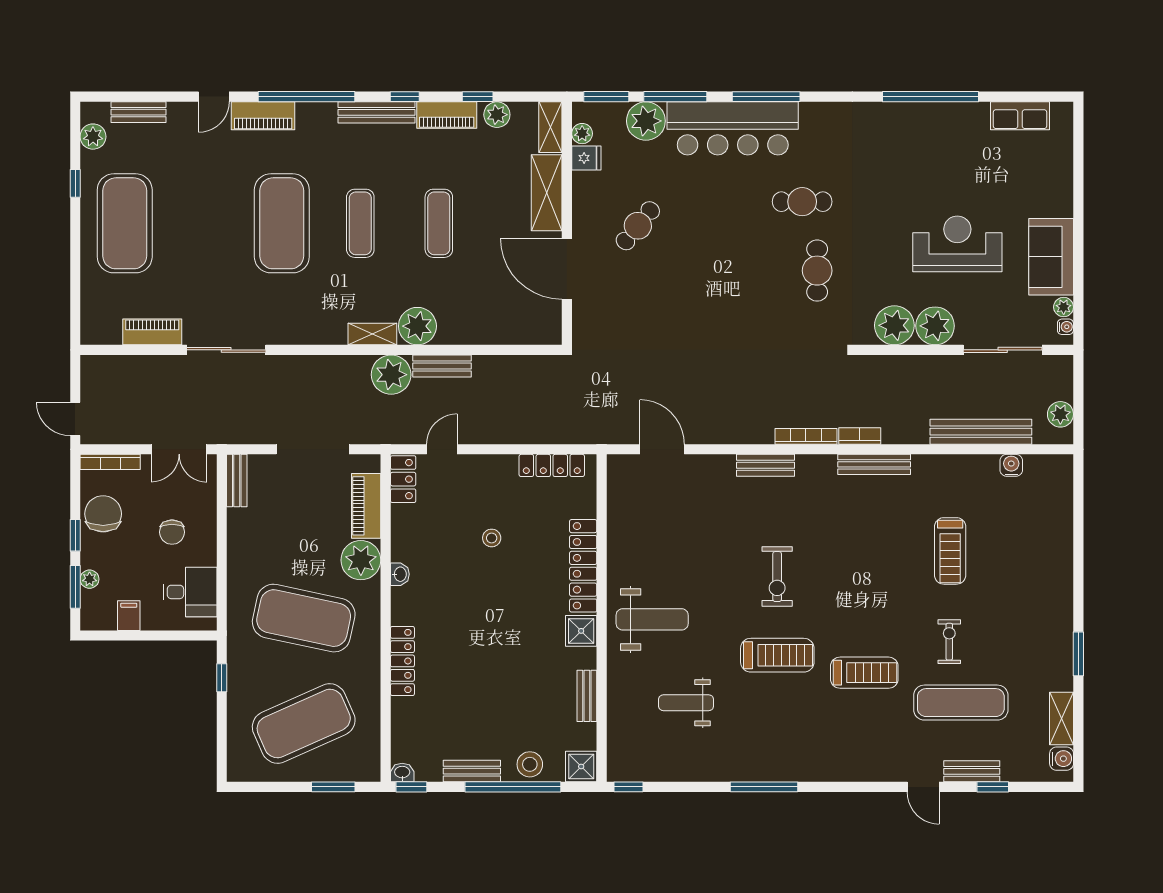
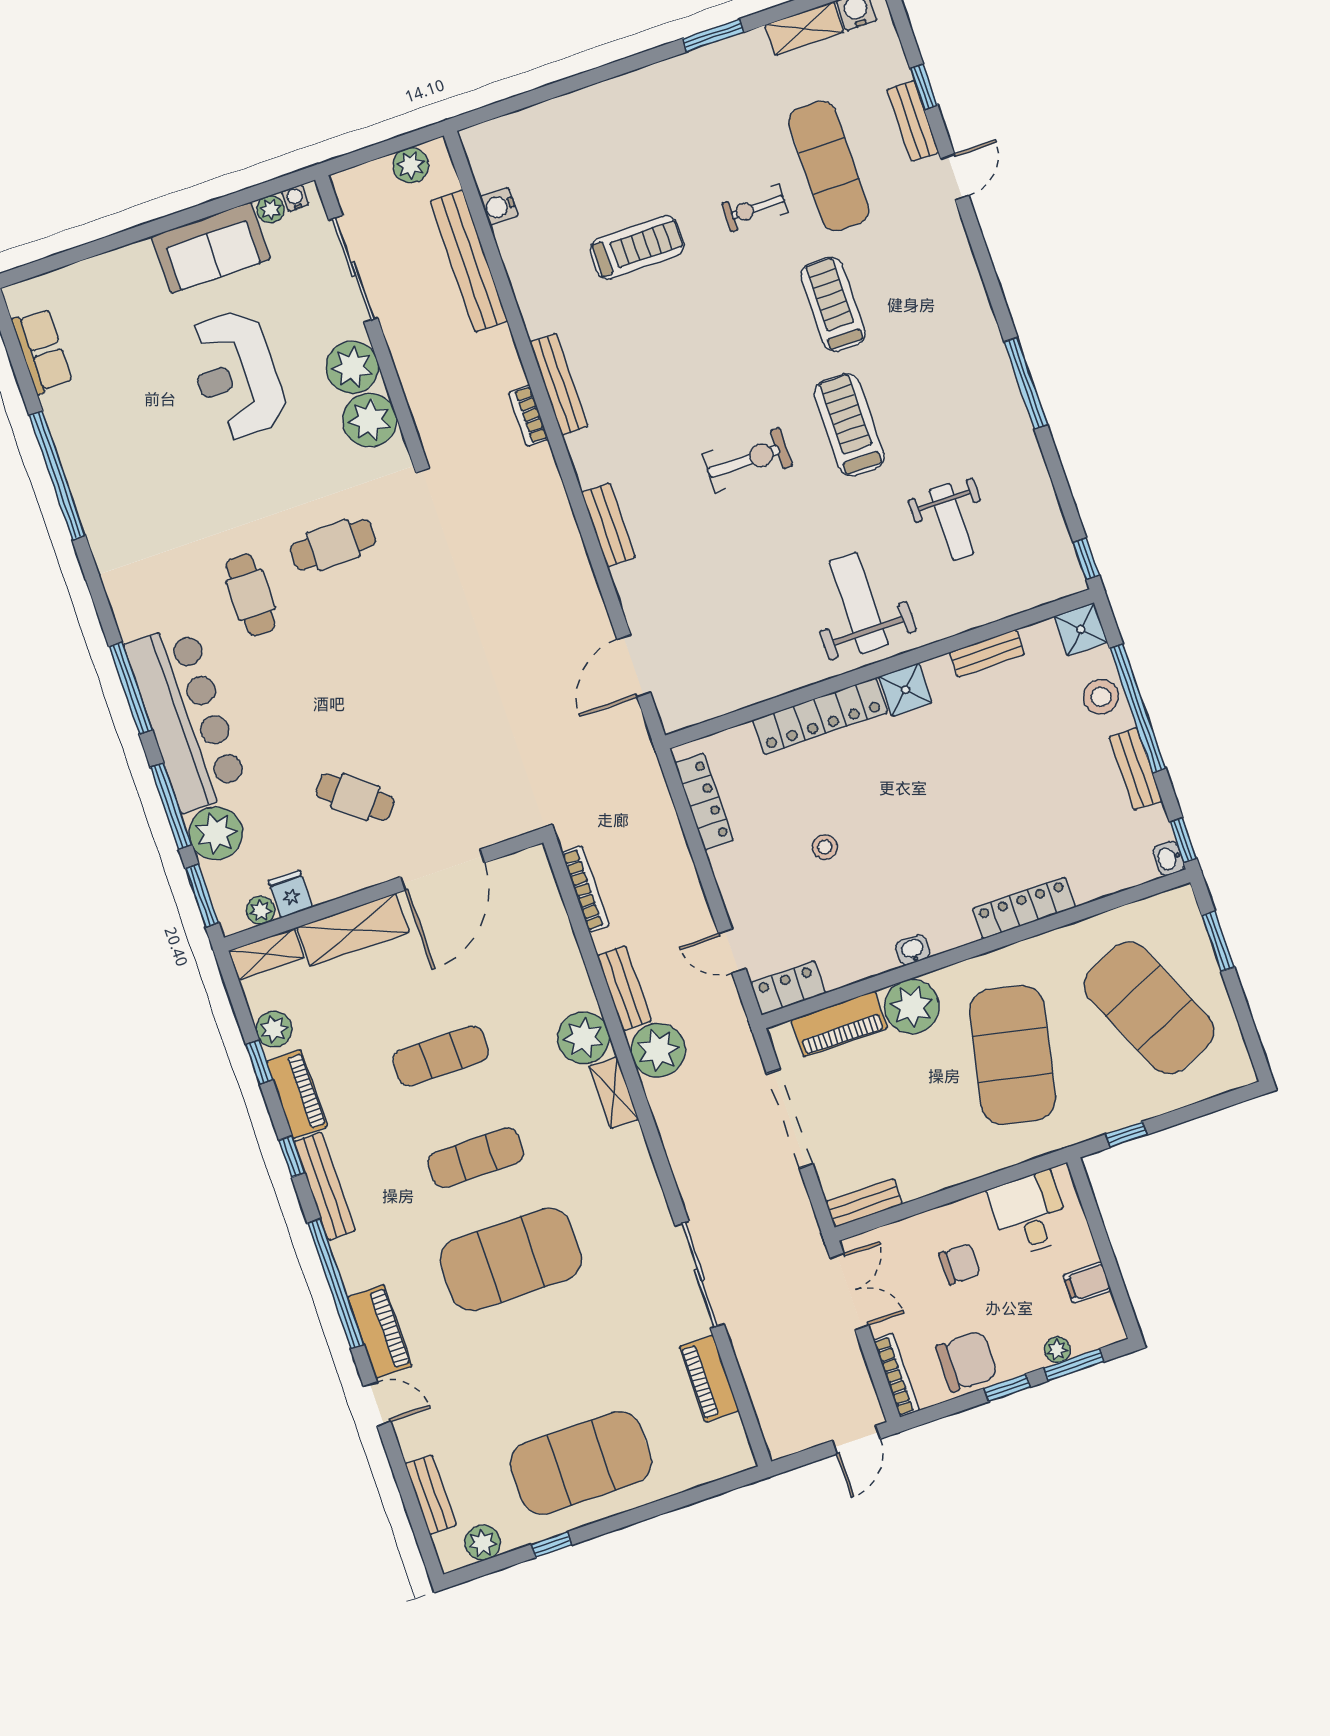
bookcase: (806, 436) -> (585, 889), moved, turned 180
chair: (103, 514) -> (967, 1361), turned 180

